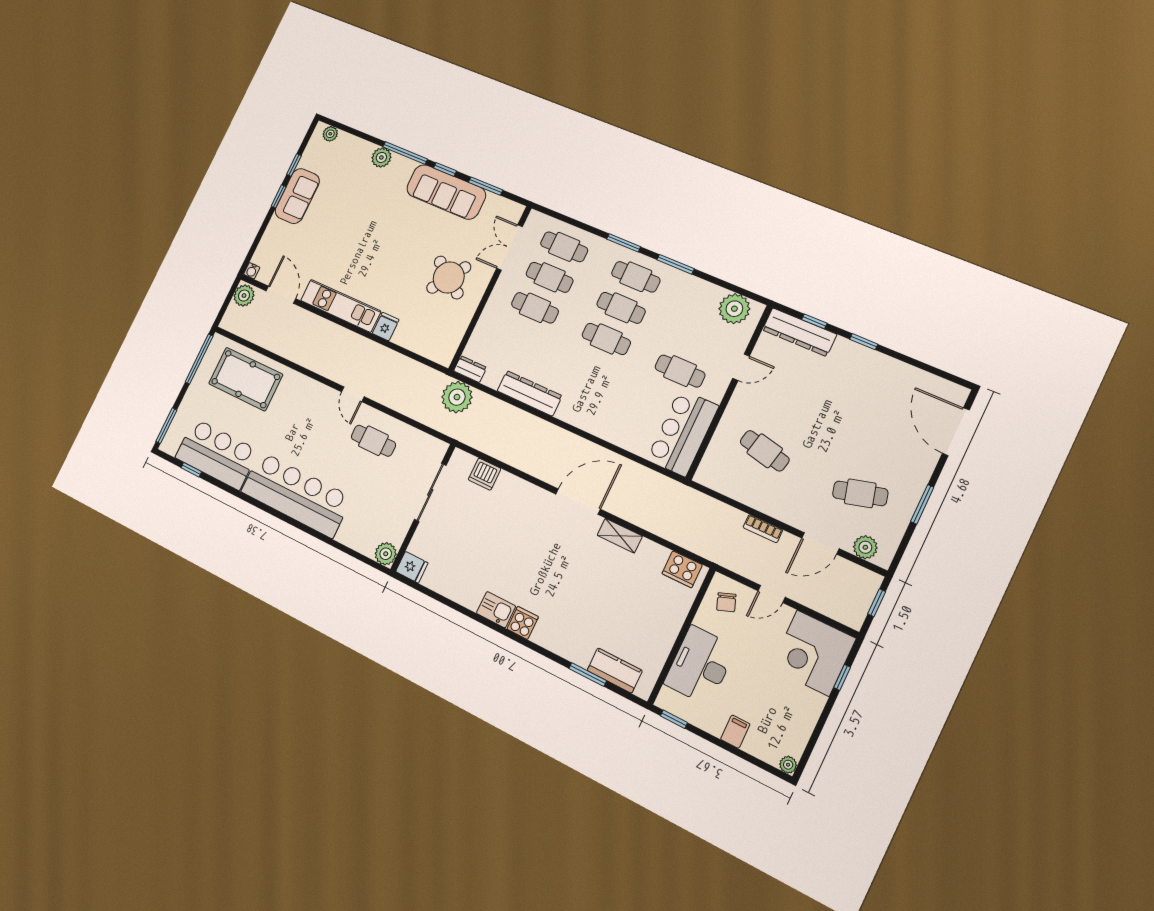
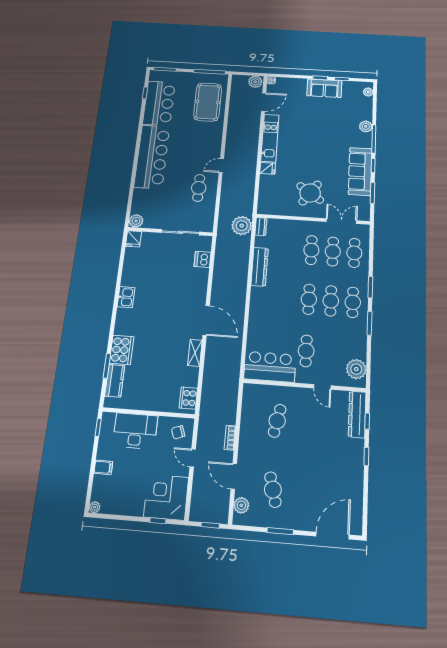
cooker: (523, 623) -> (122, 350), moved, width x1.87, depth x1.31

